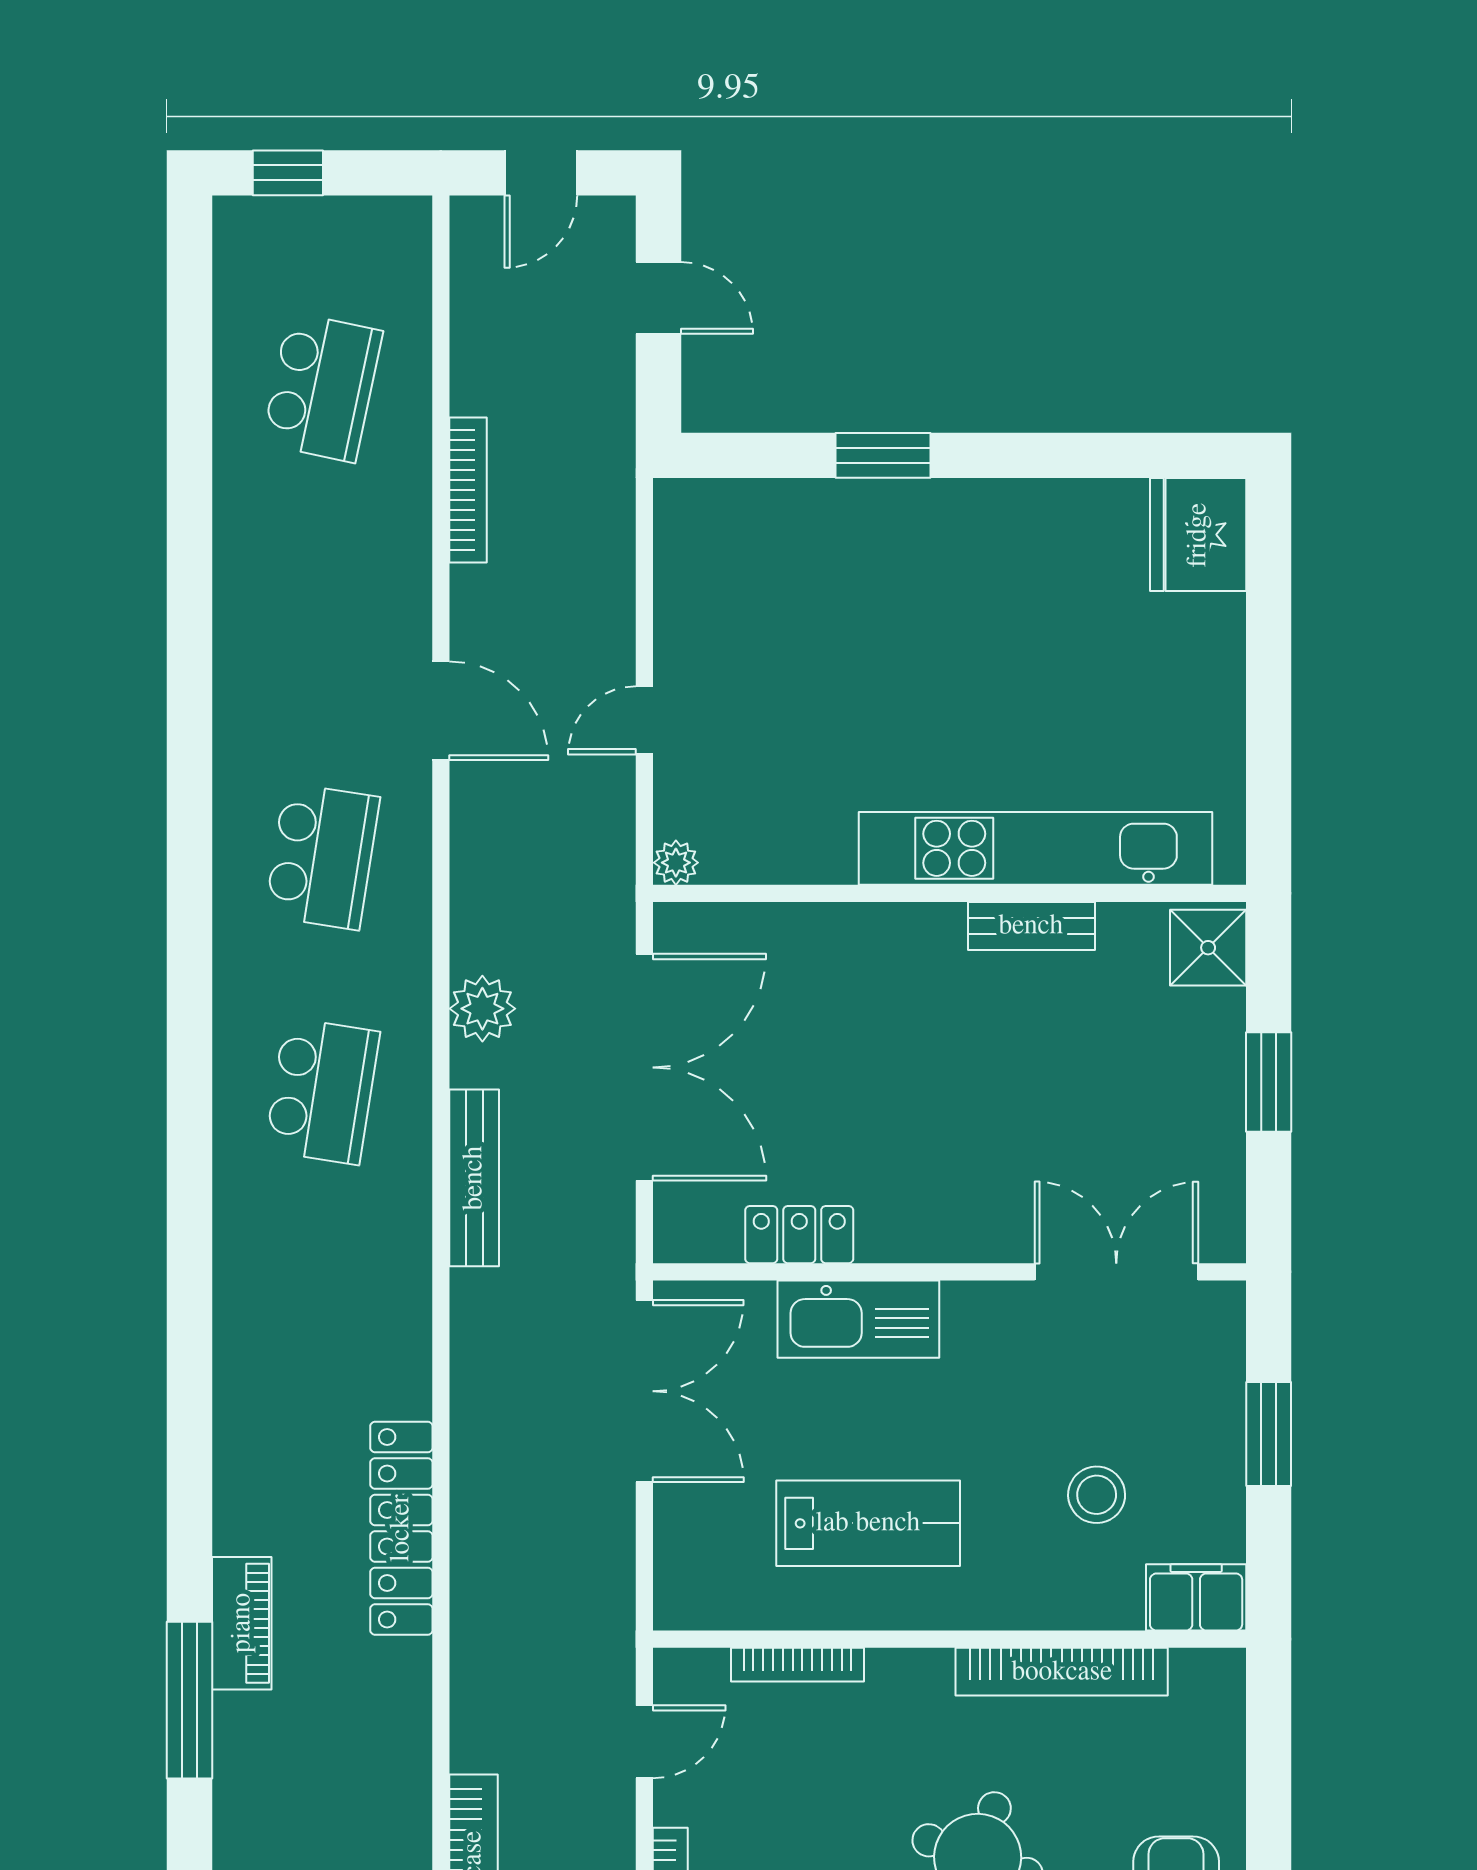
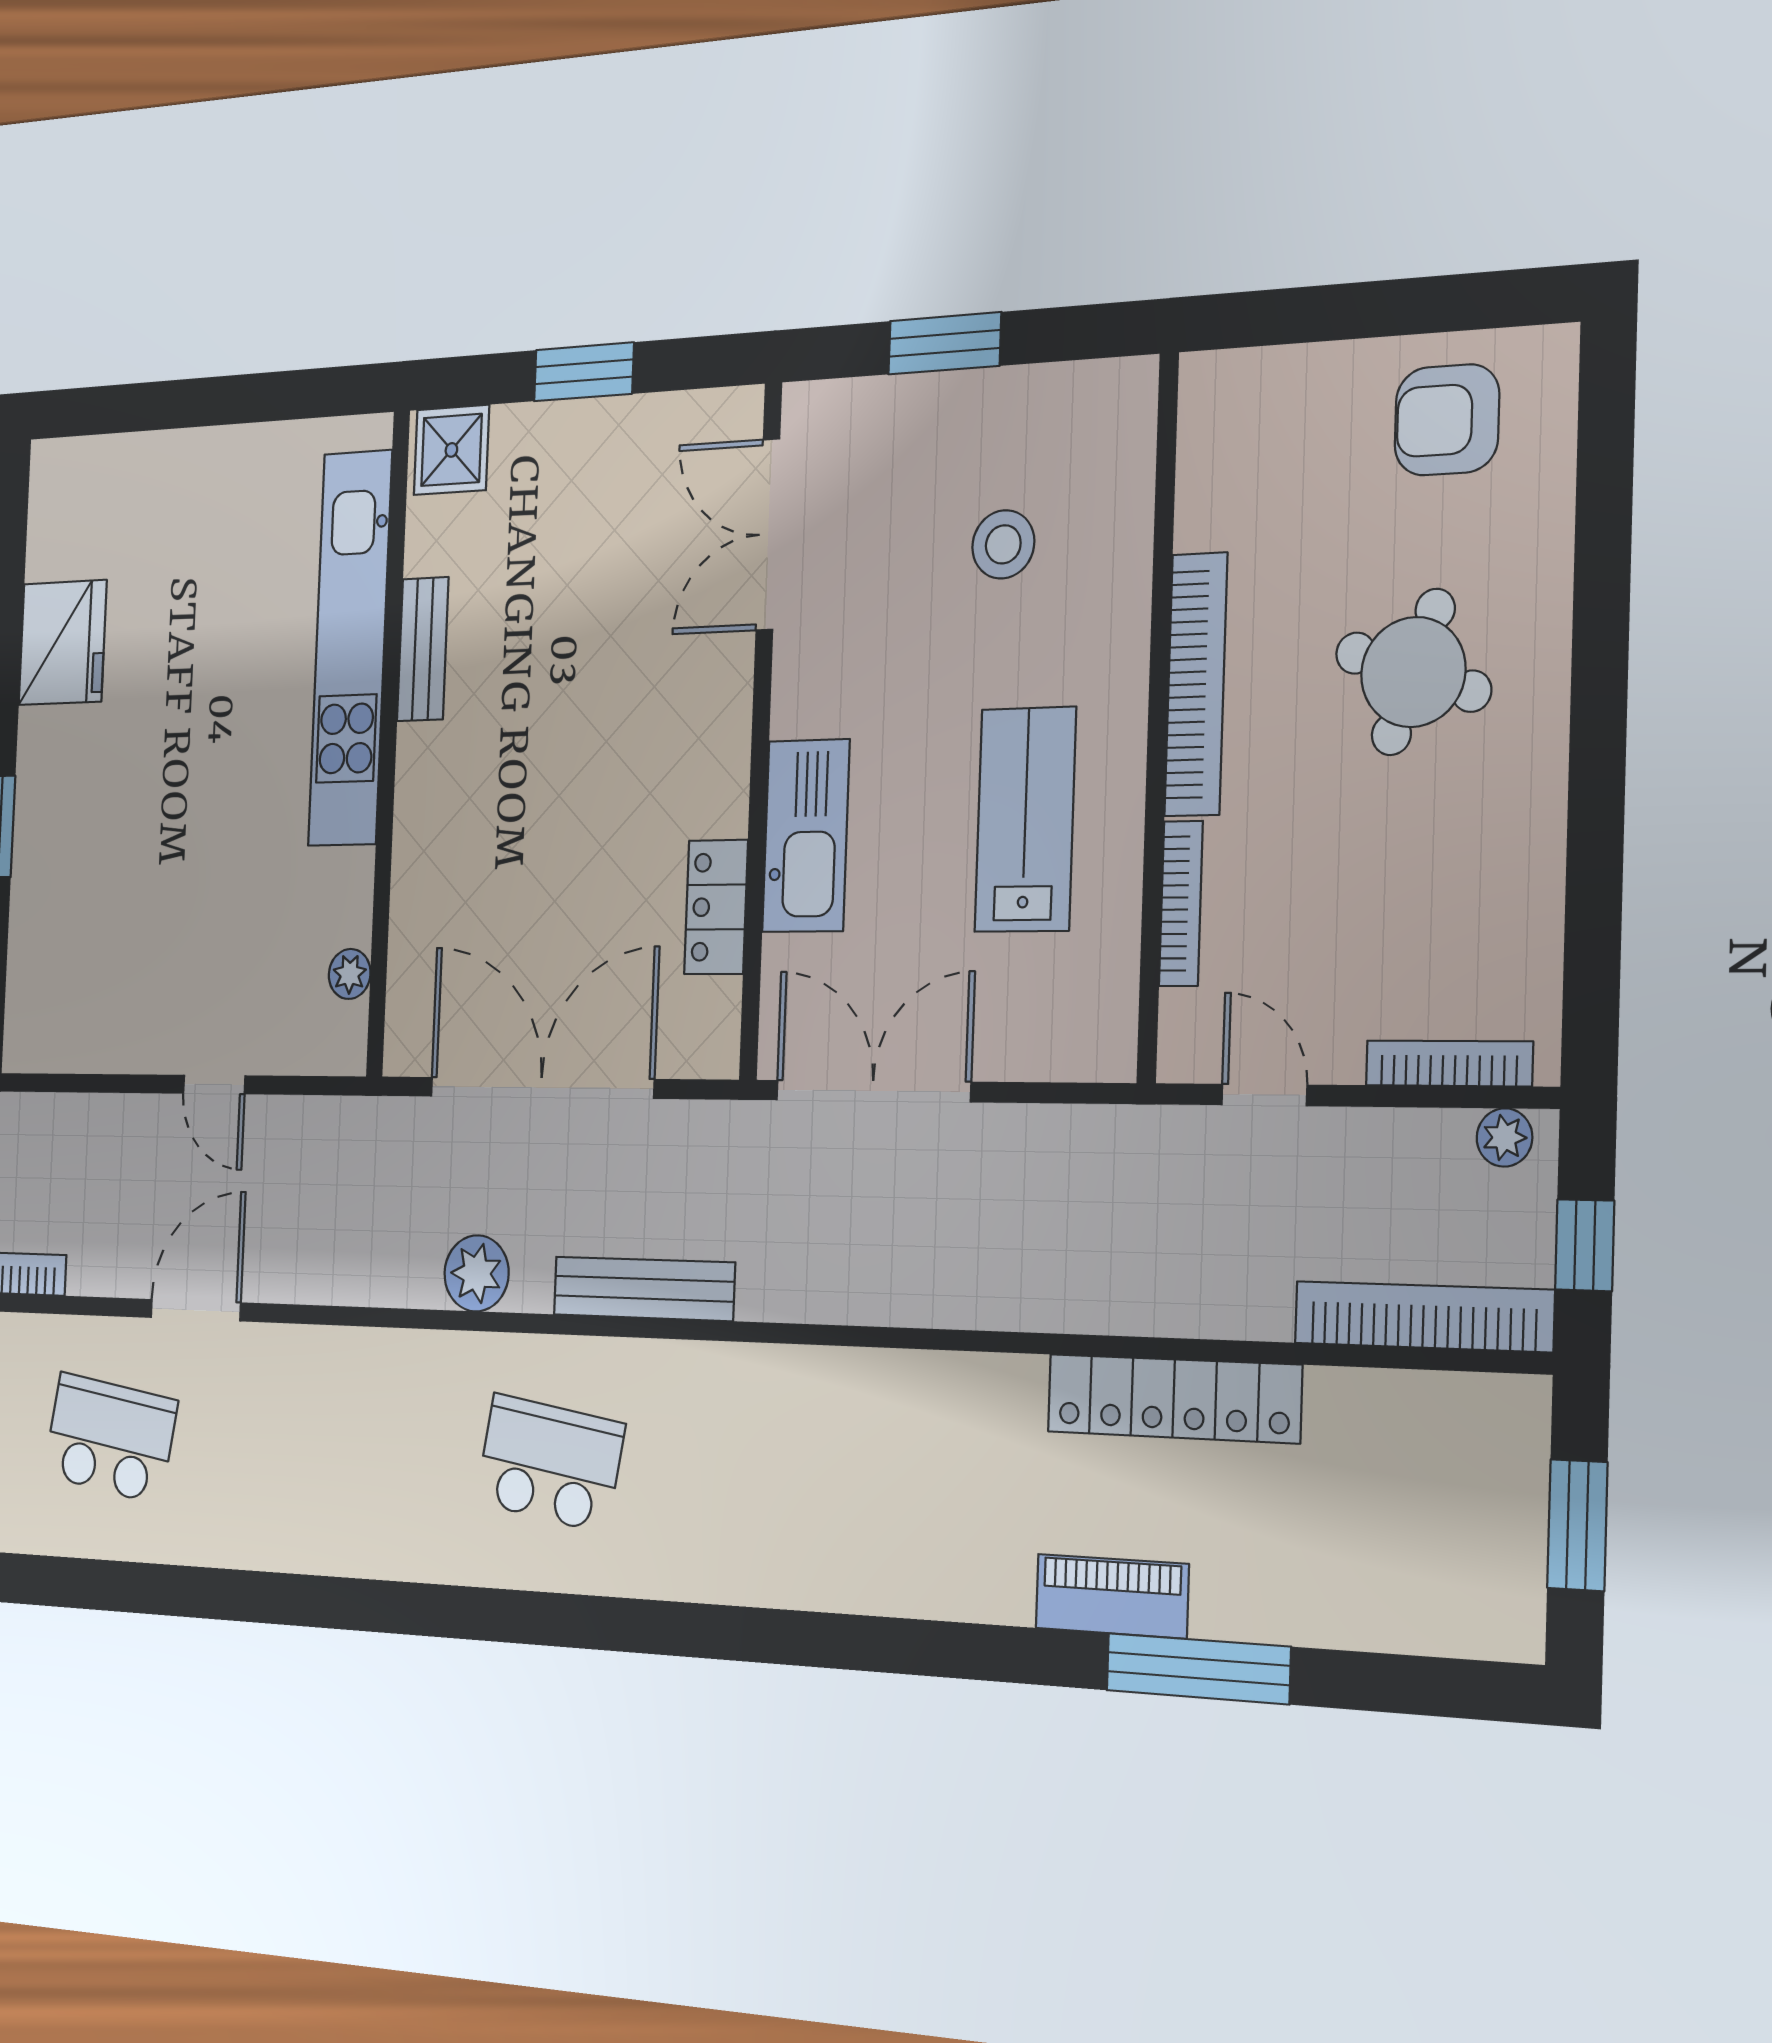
fridge: (1198, 535) -> (63, 643), moved, turned -90
school desk: (322, 856) -> (110, 1438), moved
plant: (676, 863) -> (350, 974), moved
locker: (401, 1528) -> (1174, 1398), moved
filing cabinet: (1196, 1597) -> (1121, 417), removed
bookcase: (1062, 1672) -> (1196, 684), moved

